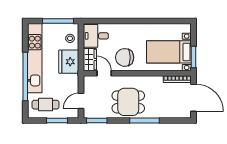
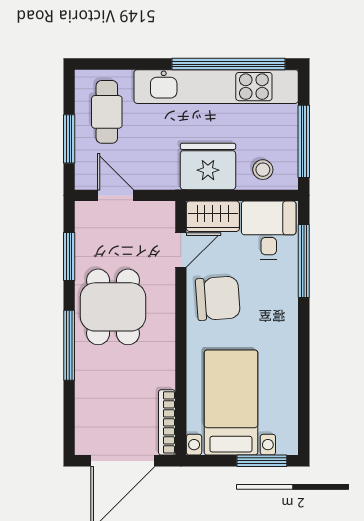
window: (109, 21) -> (304, 261), added
chair: (125, 57) -> (218, 298), turned 86
window: (194, 57) -> (262, 461), moved
window: (25, 77) -> (228, 64), moved
window: (97, 121) -> (69, 256), moved

